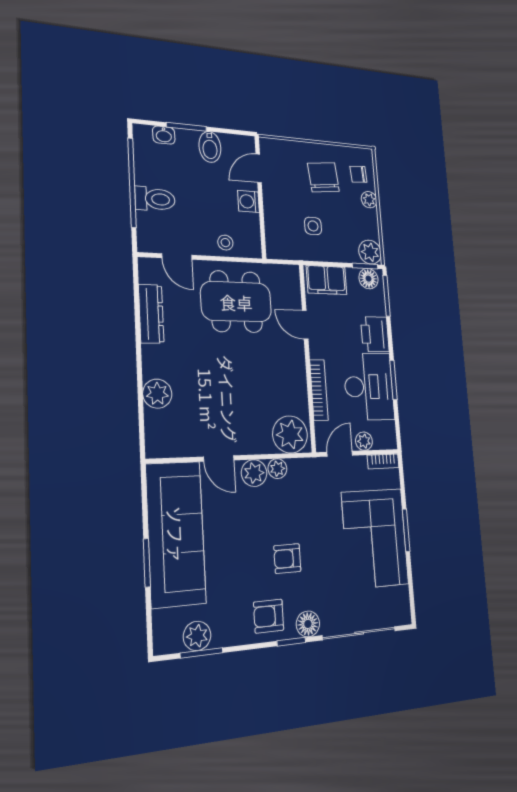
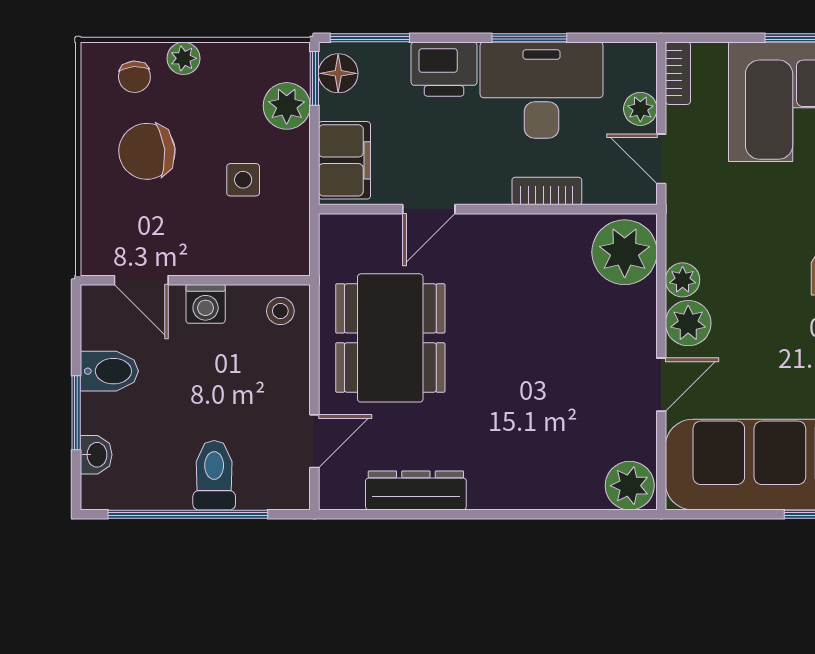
stool: (225, 243) -> (280, 311), moved
plant: (370, 252) -> (287, 106), moved
bookcase: (319, 390) -> (547, 191), width x0.64
plant: (157, 394) -> (630, 486), moved

